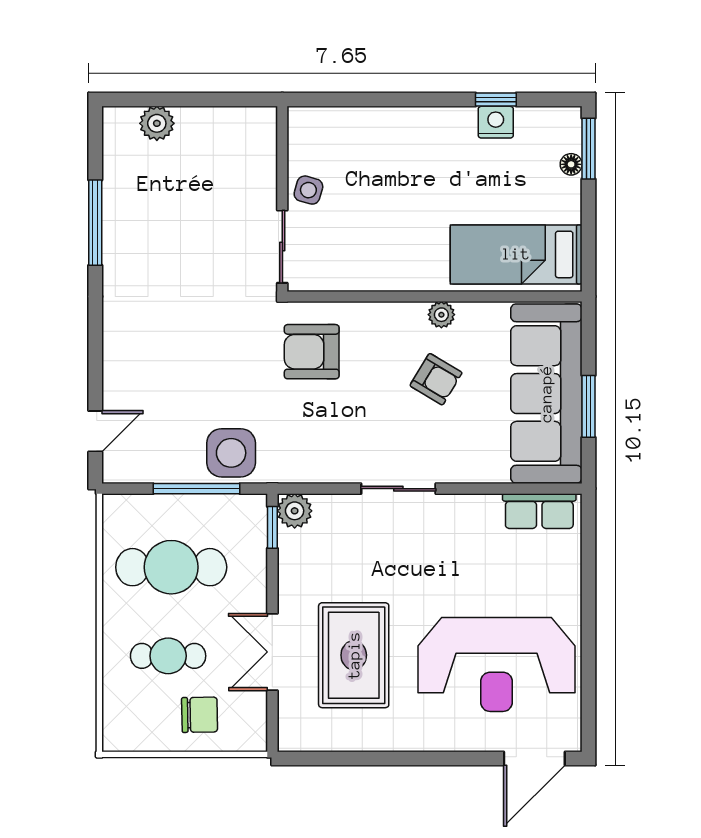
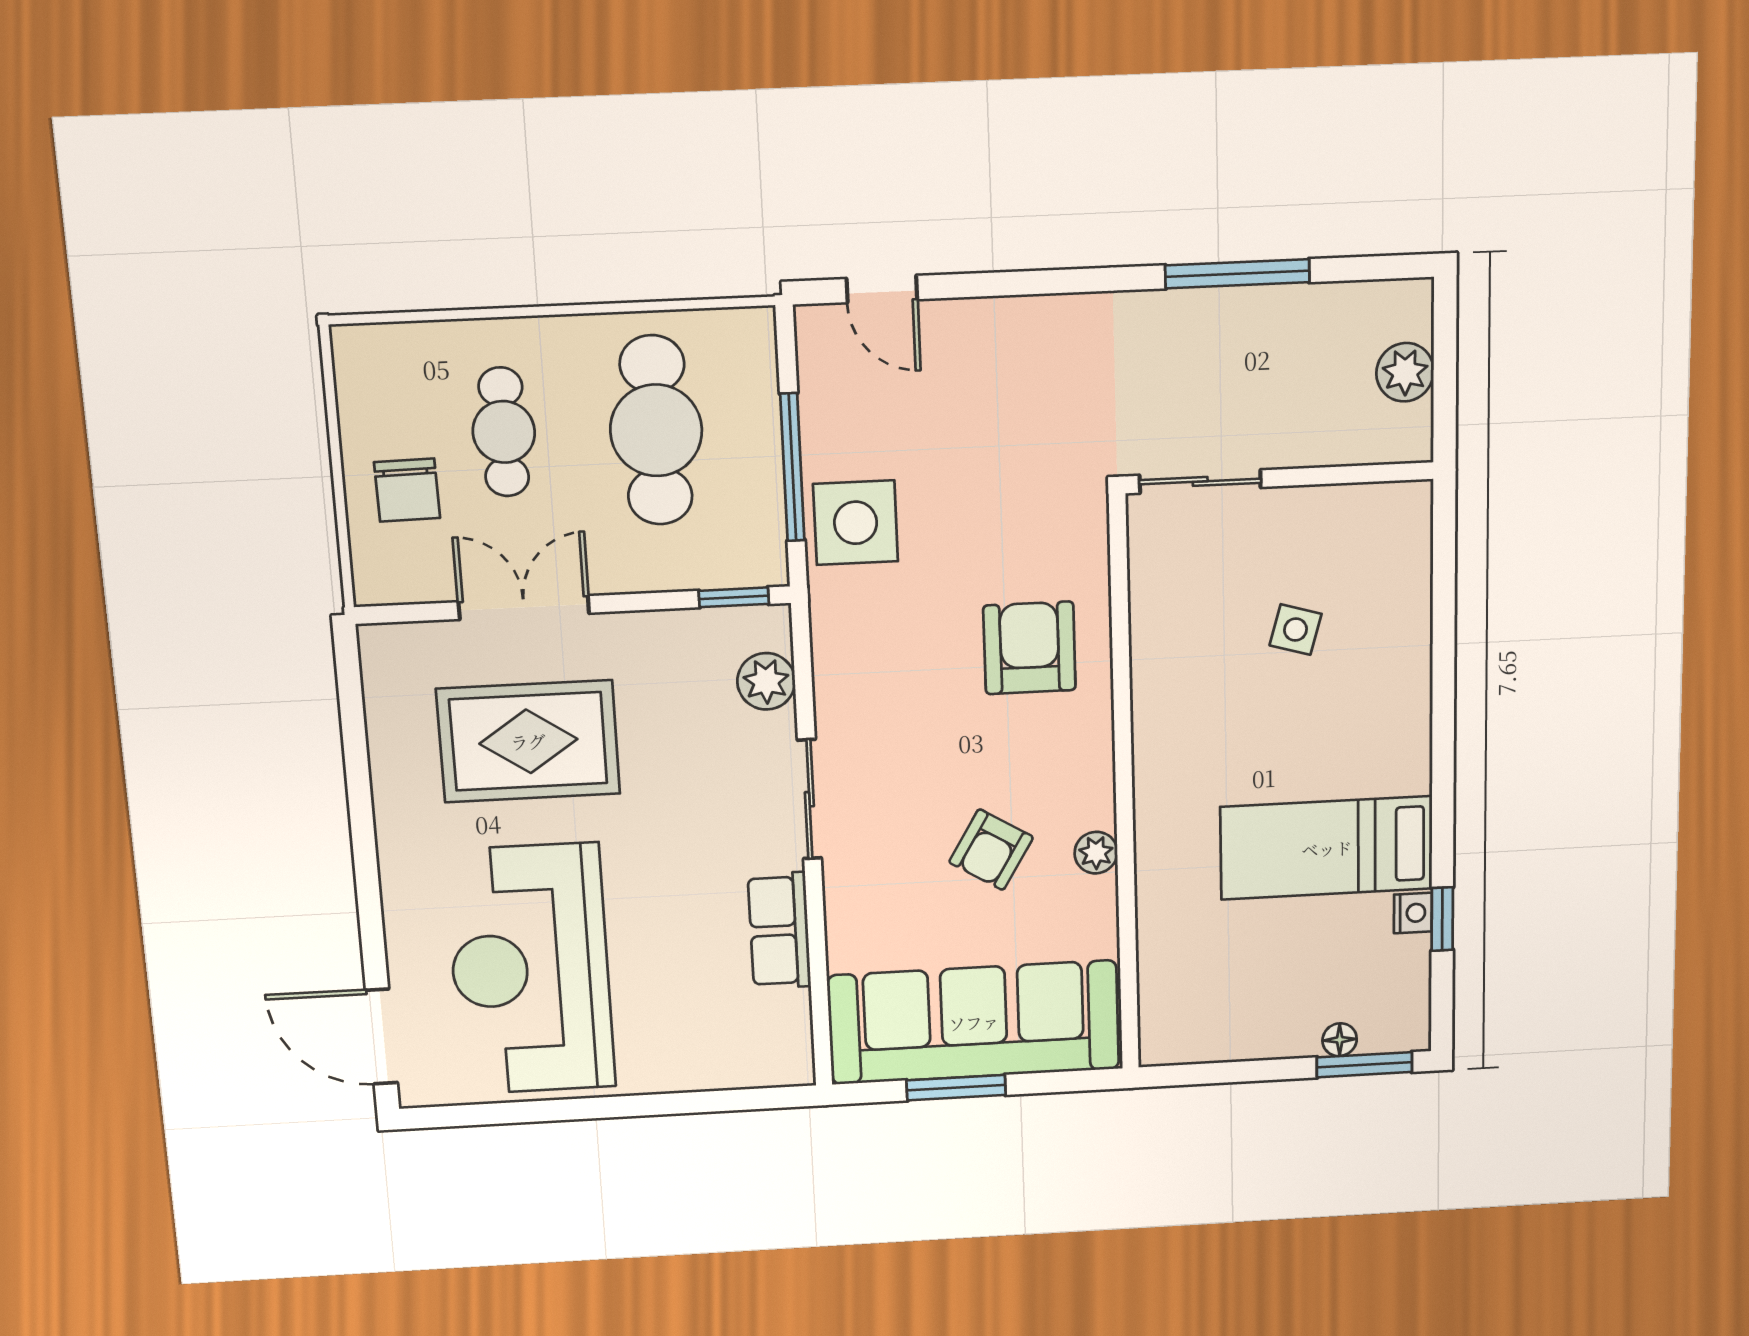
nightstand: (496, 122) -> (1413, 913), width x0.72, depth x0.74
wall: (282, 199) -> (1280, 478), moved
sliding door: (282, 247) -> (1200, 481), moved
bed: (516, 254) -> (1327, 848), moved, turned -90
plant: (295, 511) -> (766, 681), moved
row of seats: (539, 511) -> (779, 931), moved

